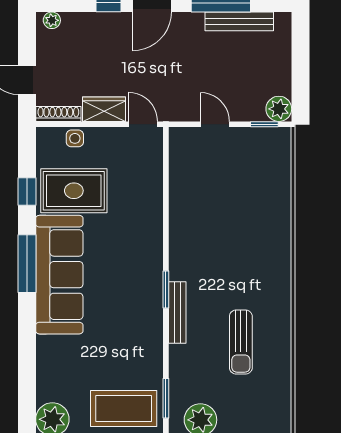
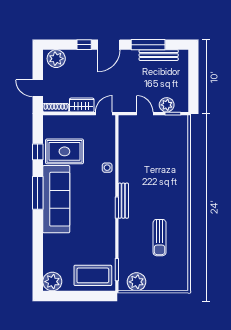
plant: (52, 20) -> (56, 59), width x1.88, depth x1.88
plant: (279, 109) -> (167, 105), moved
door: (143, 124) -> (104, 114), hinge flipped
side table: (75, 138) -> (107, 168), moved
bench: (177, 312) -> (123, 201), moved

